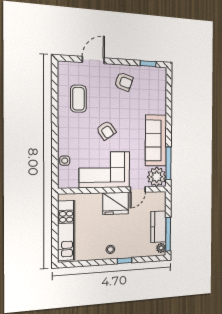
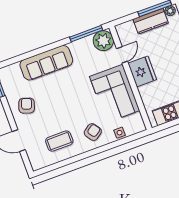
armchair: (106, 130) -> (93, 132), moved
sofa: (156, 140) -> (46, 63), moved
door: (138, 190) -> (122, 55), hinge flipped

